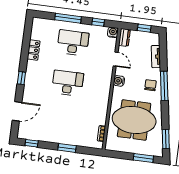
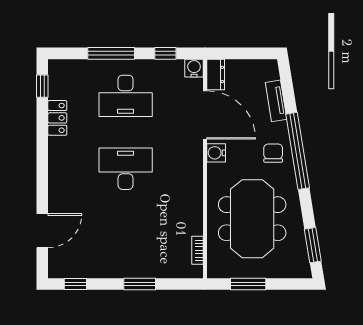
window: (144, 28) -> (249, 53), removed
desk: (73, 43) -> (126, 96), turned 180
door: (116, 59) -> (205, 115), width x1.87
window: (21, 78) -> (42, 86), moved
window: (164, 86) -> (298, 151), width x1.46
meeting table: (134, 120) -> (252, 219), turned 90
window: (143, 158) -> (248, 284), moved

